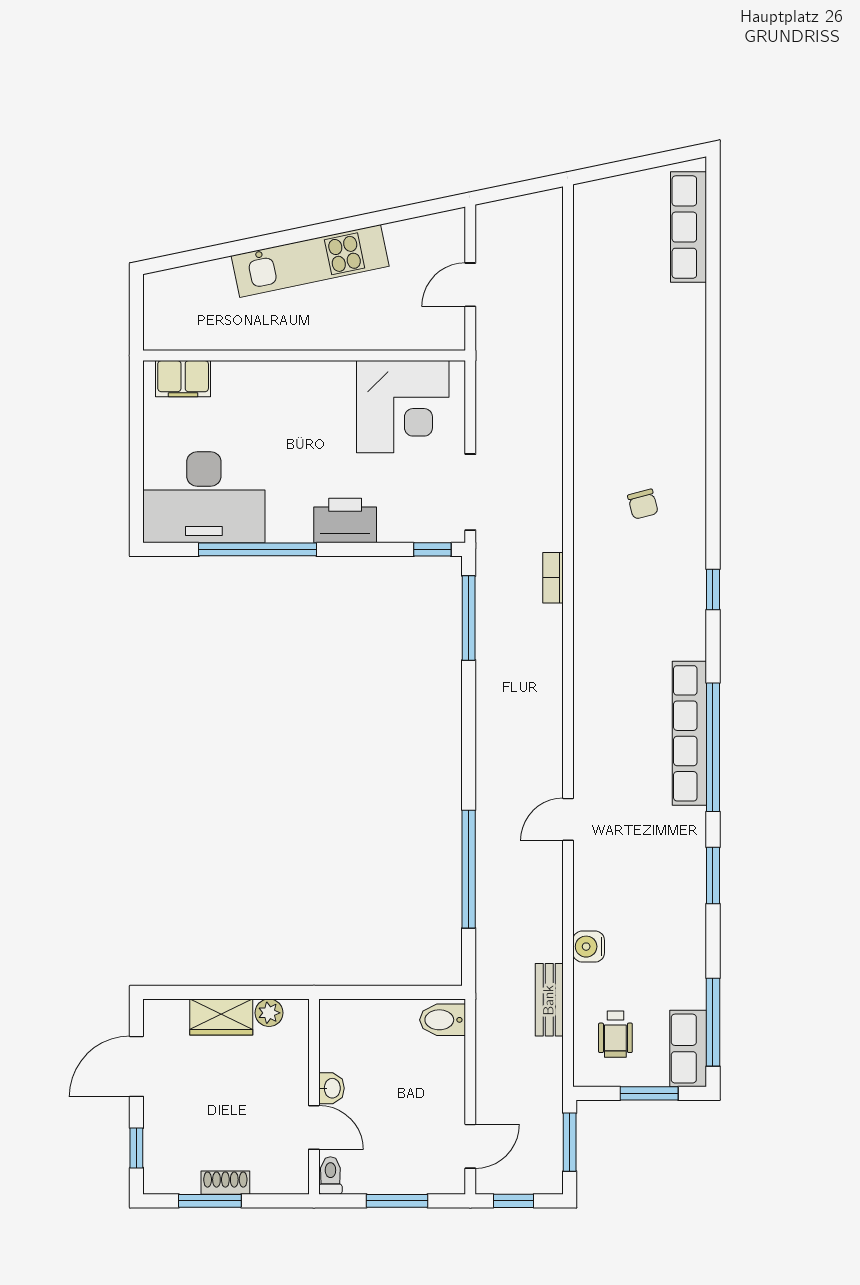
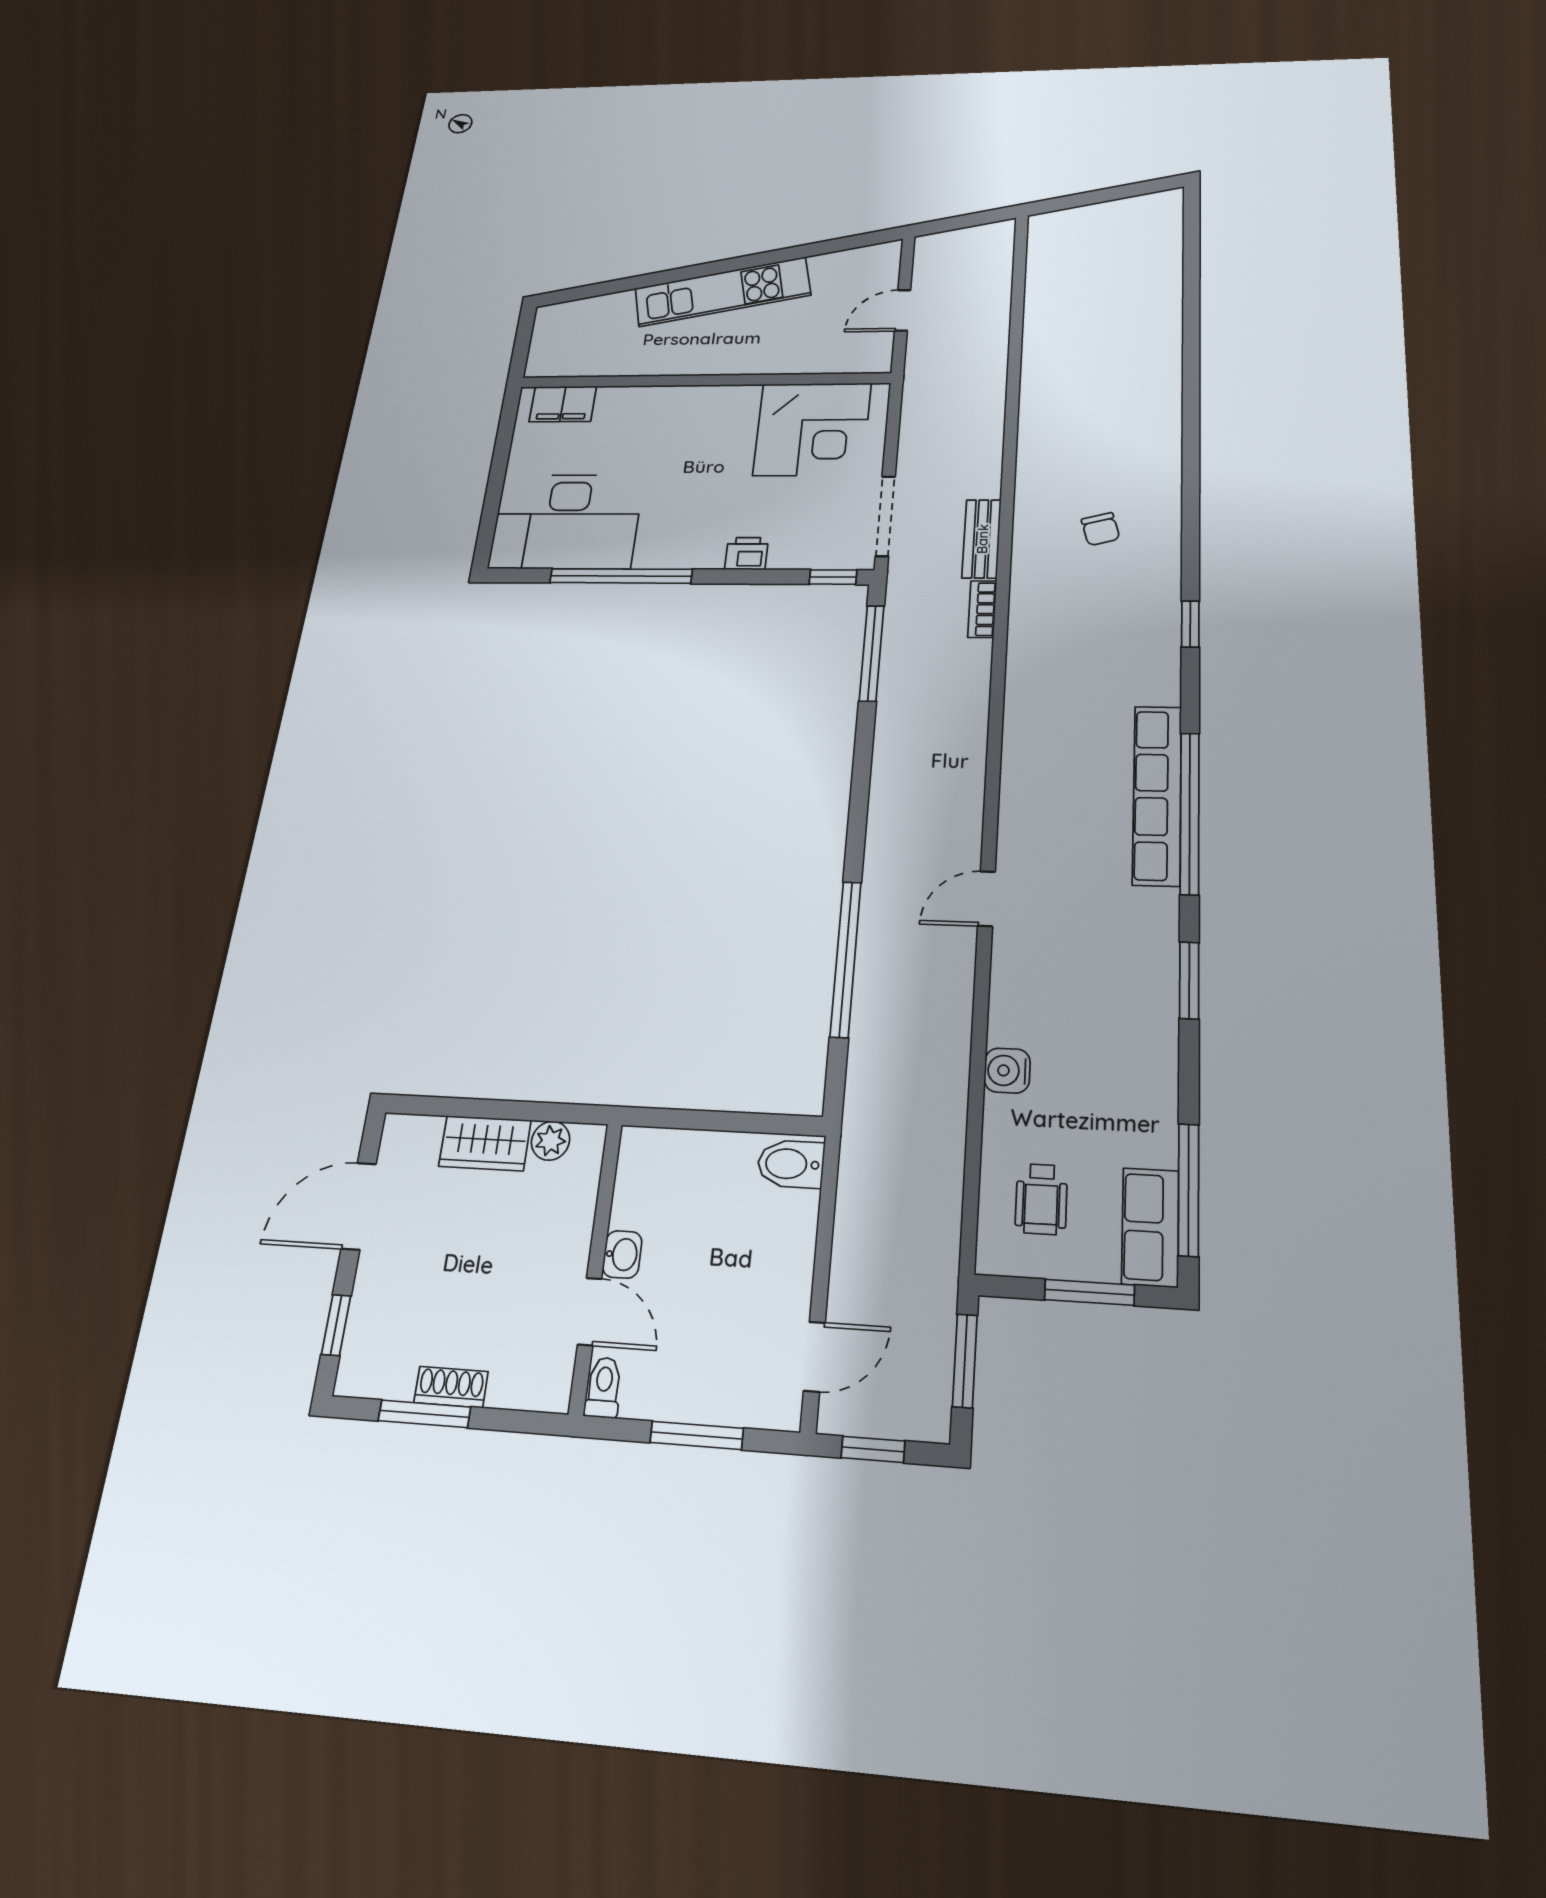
row of seats: (689, 227) -> (1162, 251), removed
printer: (345, 520) -> (747, 554), width x0.53, depth x0.68
bench: (549, 1000) -> (982, 539), moved

